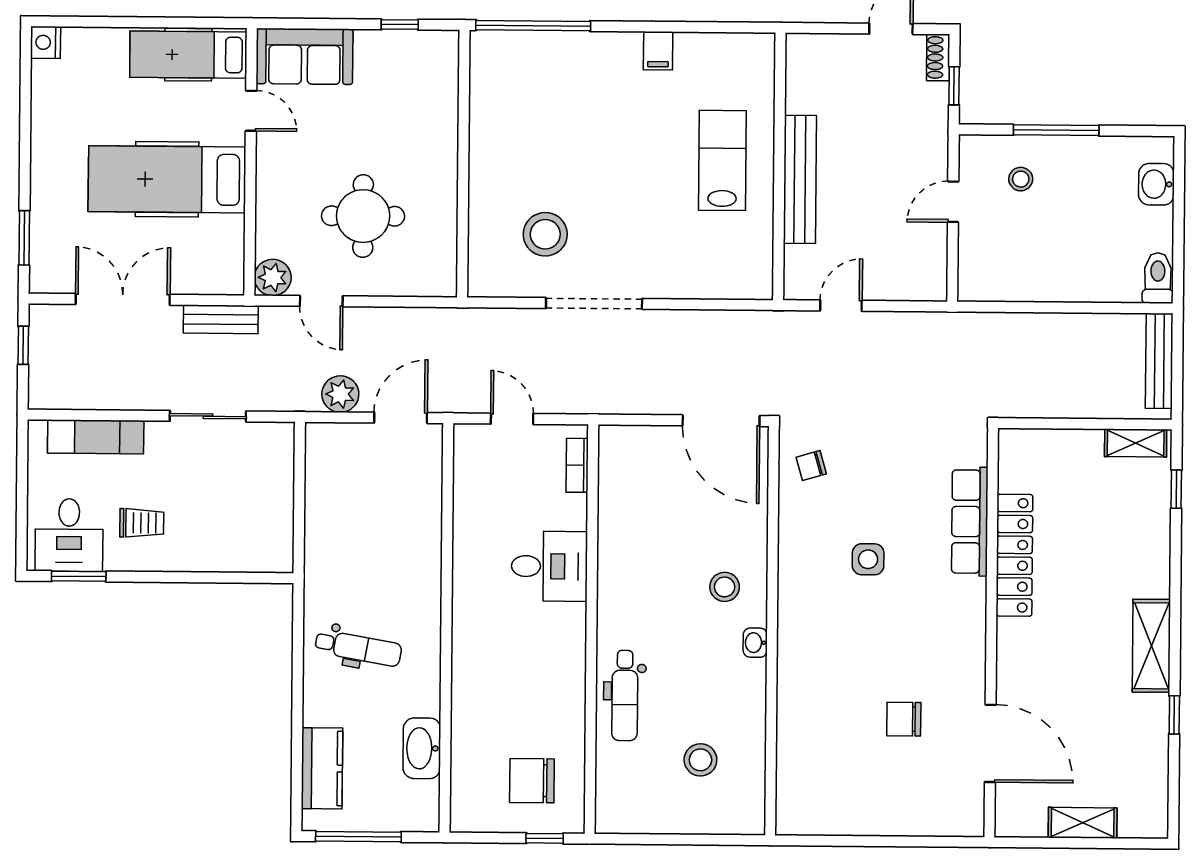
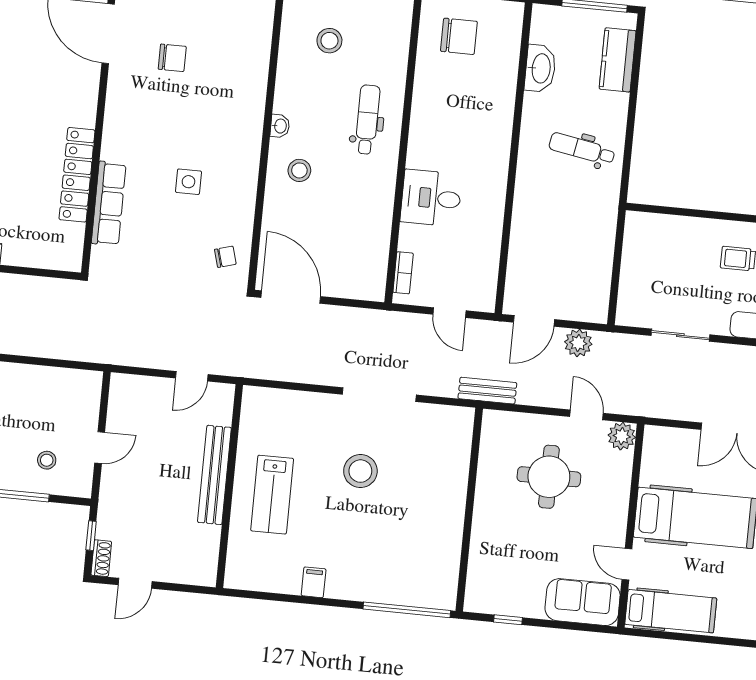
stool: (545, 234) -> (360, 471), moved
bench: (221, 319) -> (487, 391), moved
dental chair: (625, 695) -> (367, 120), moved

